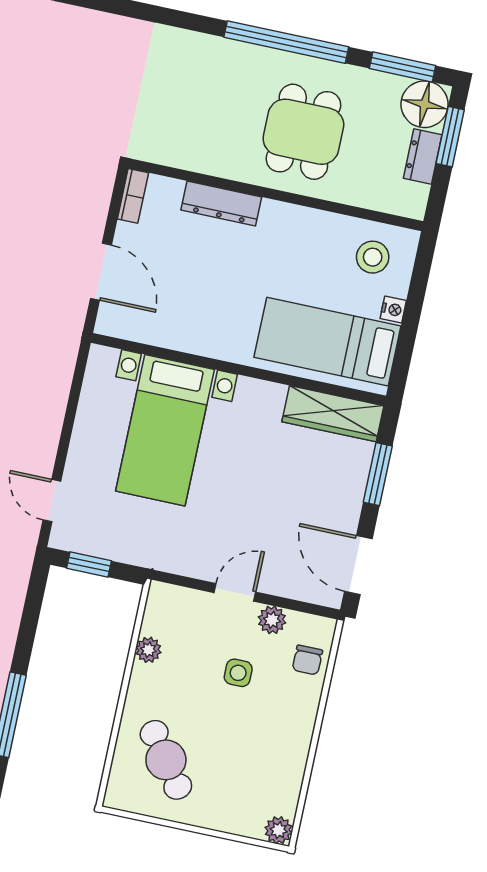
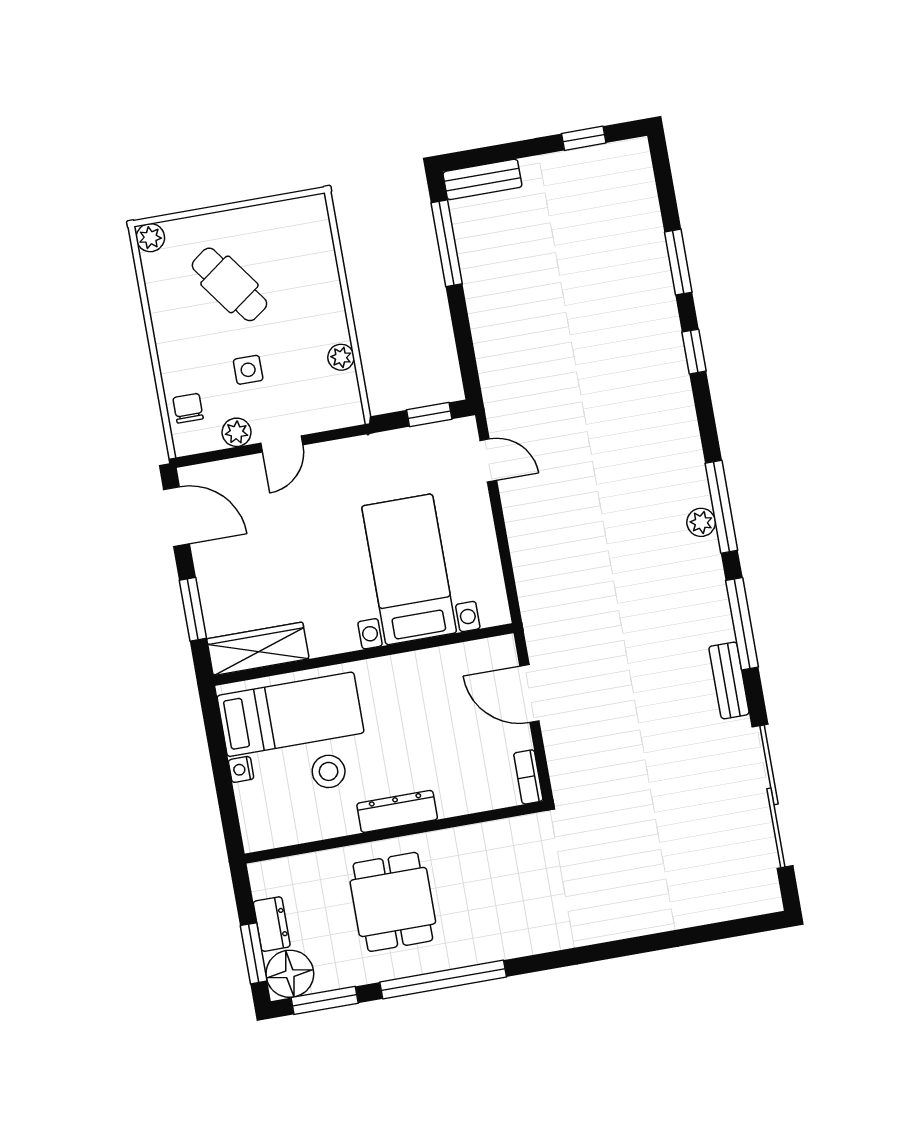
dresser: (221, 204) -> (397, 811), moved
stool: (373, 257) -> (329, 771), moved
cafe table: (166, 760) -> (229, 284), moved

